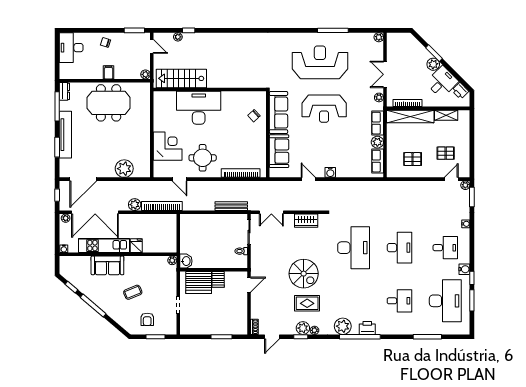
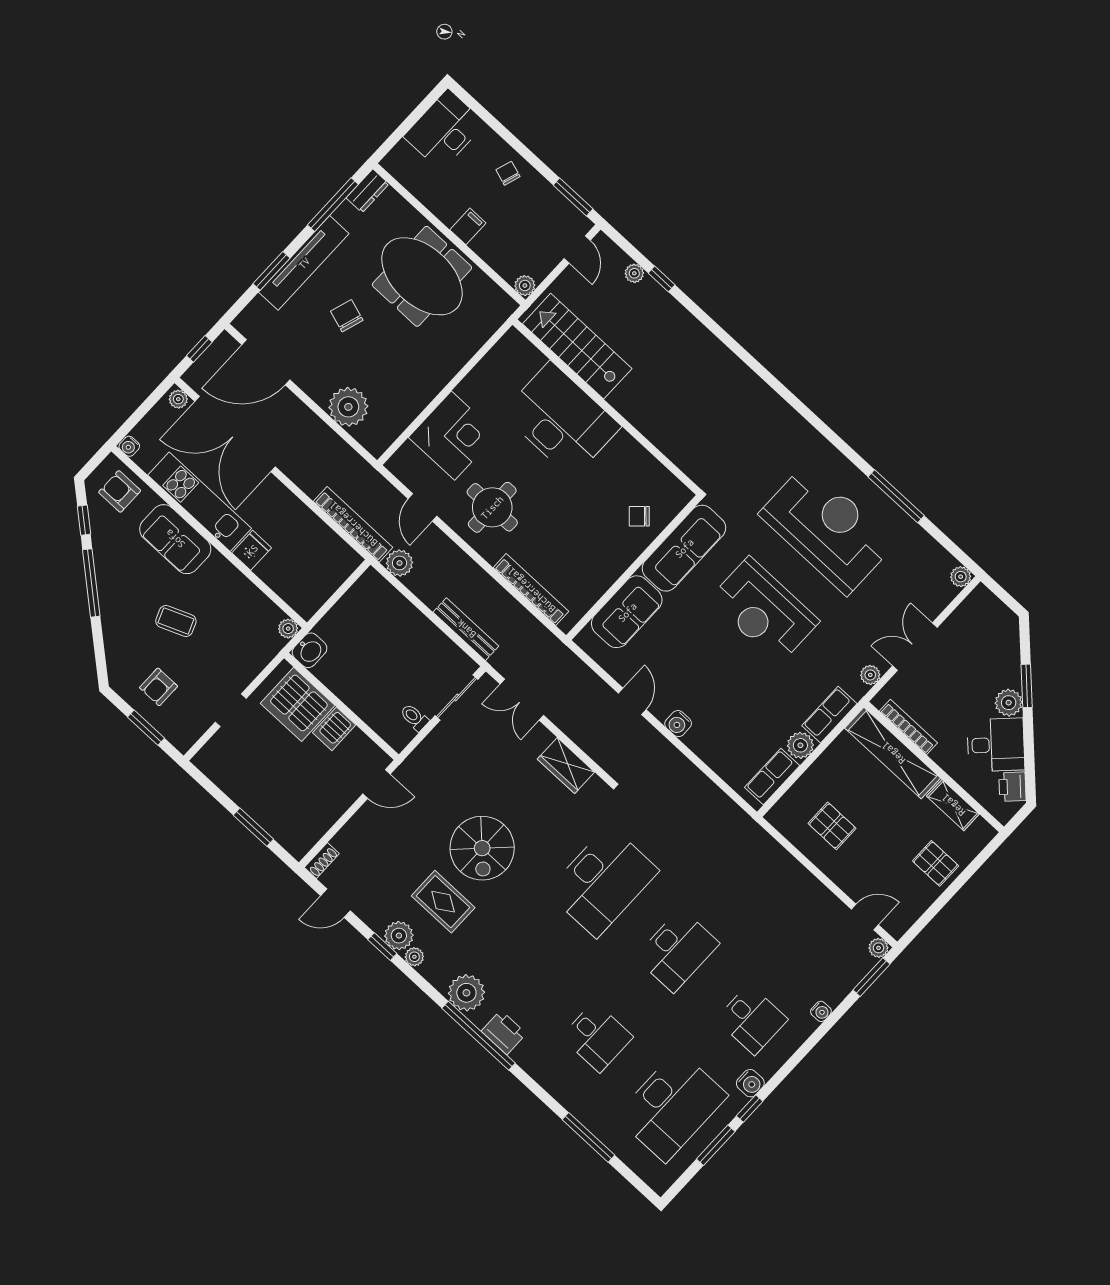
chair: (96, 139) -> (347, 316), added
pallet: (446, 153) -> (936, 863), moved
plant: (135, 205) -> (400, 563), moved
armchair: (74, 267) -> (120, 491), added

